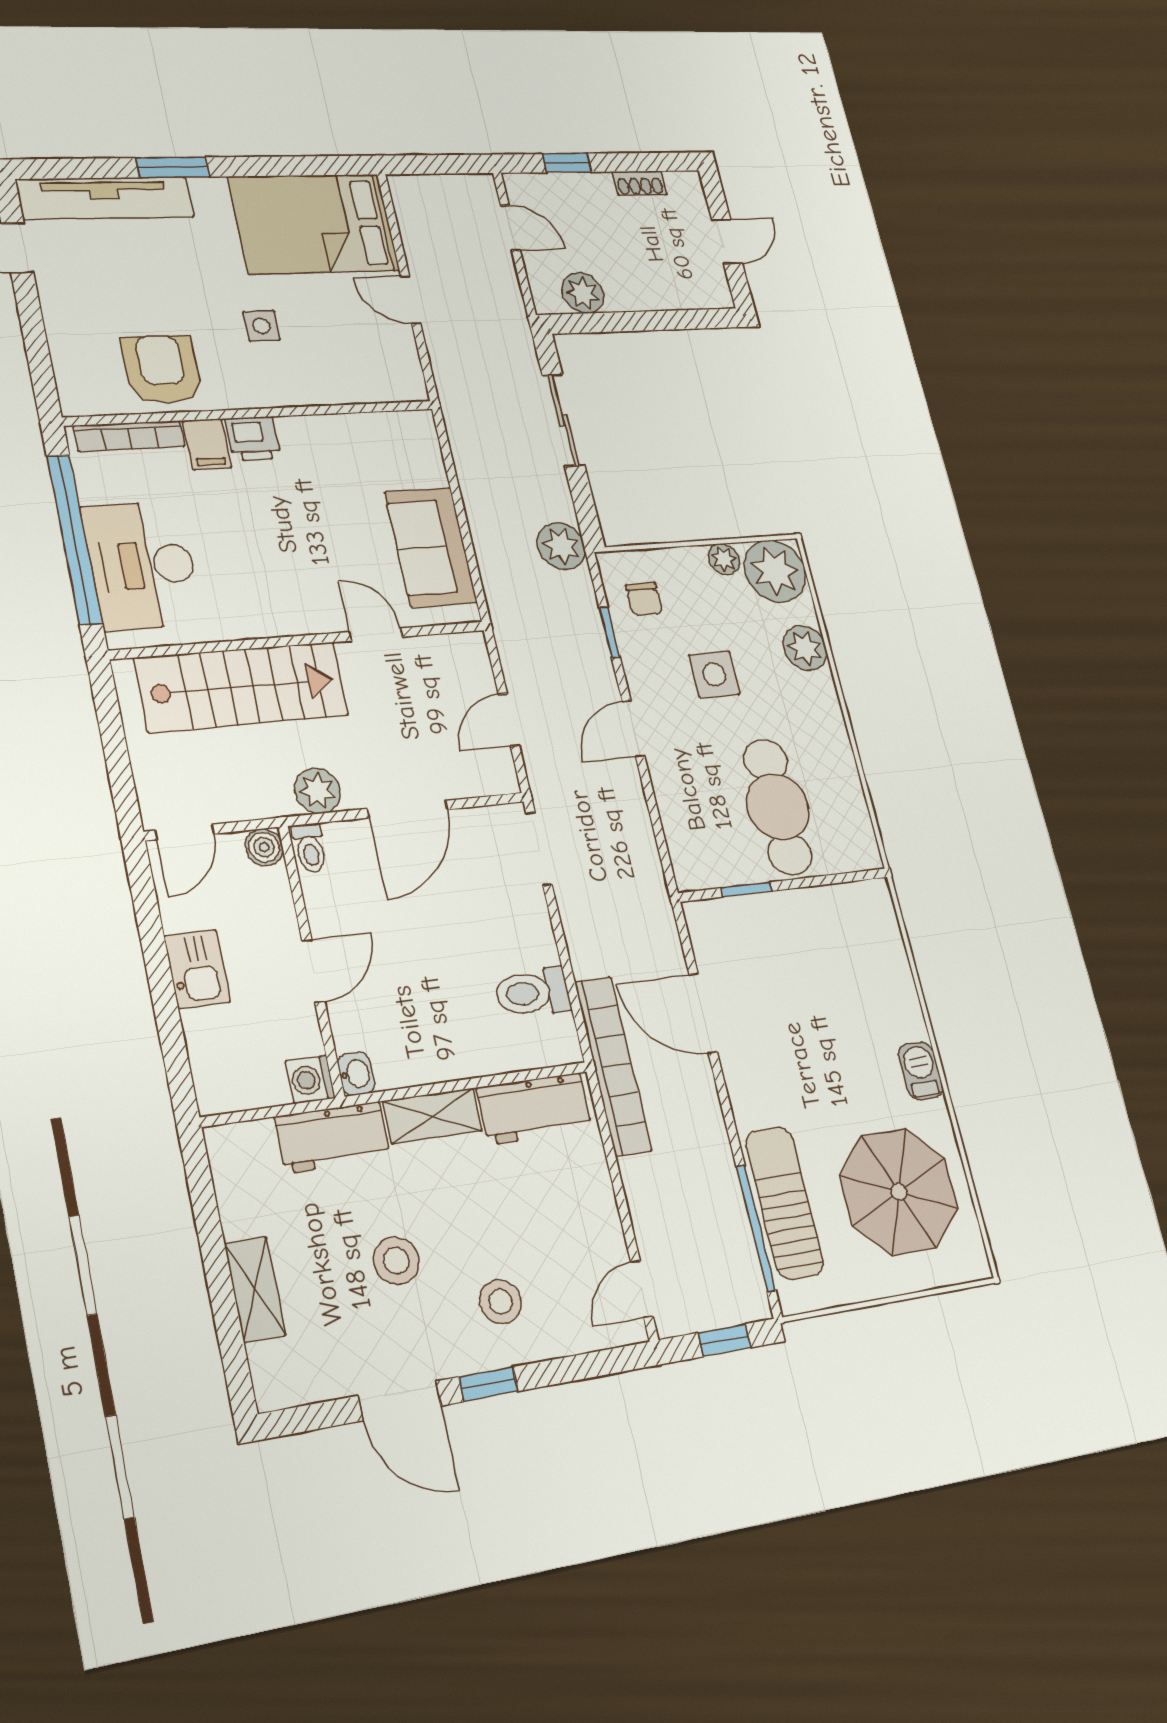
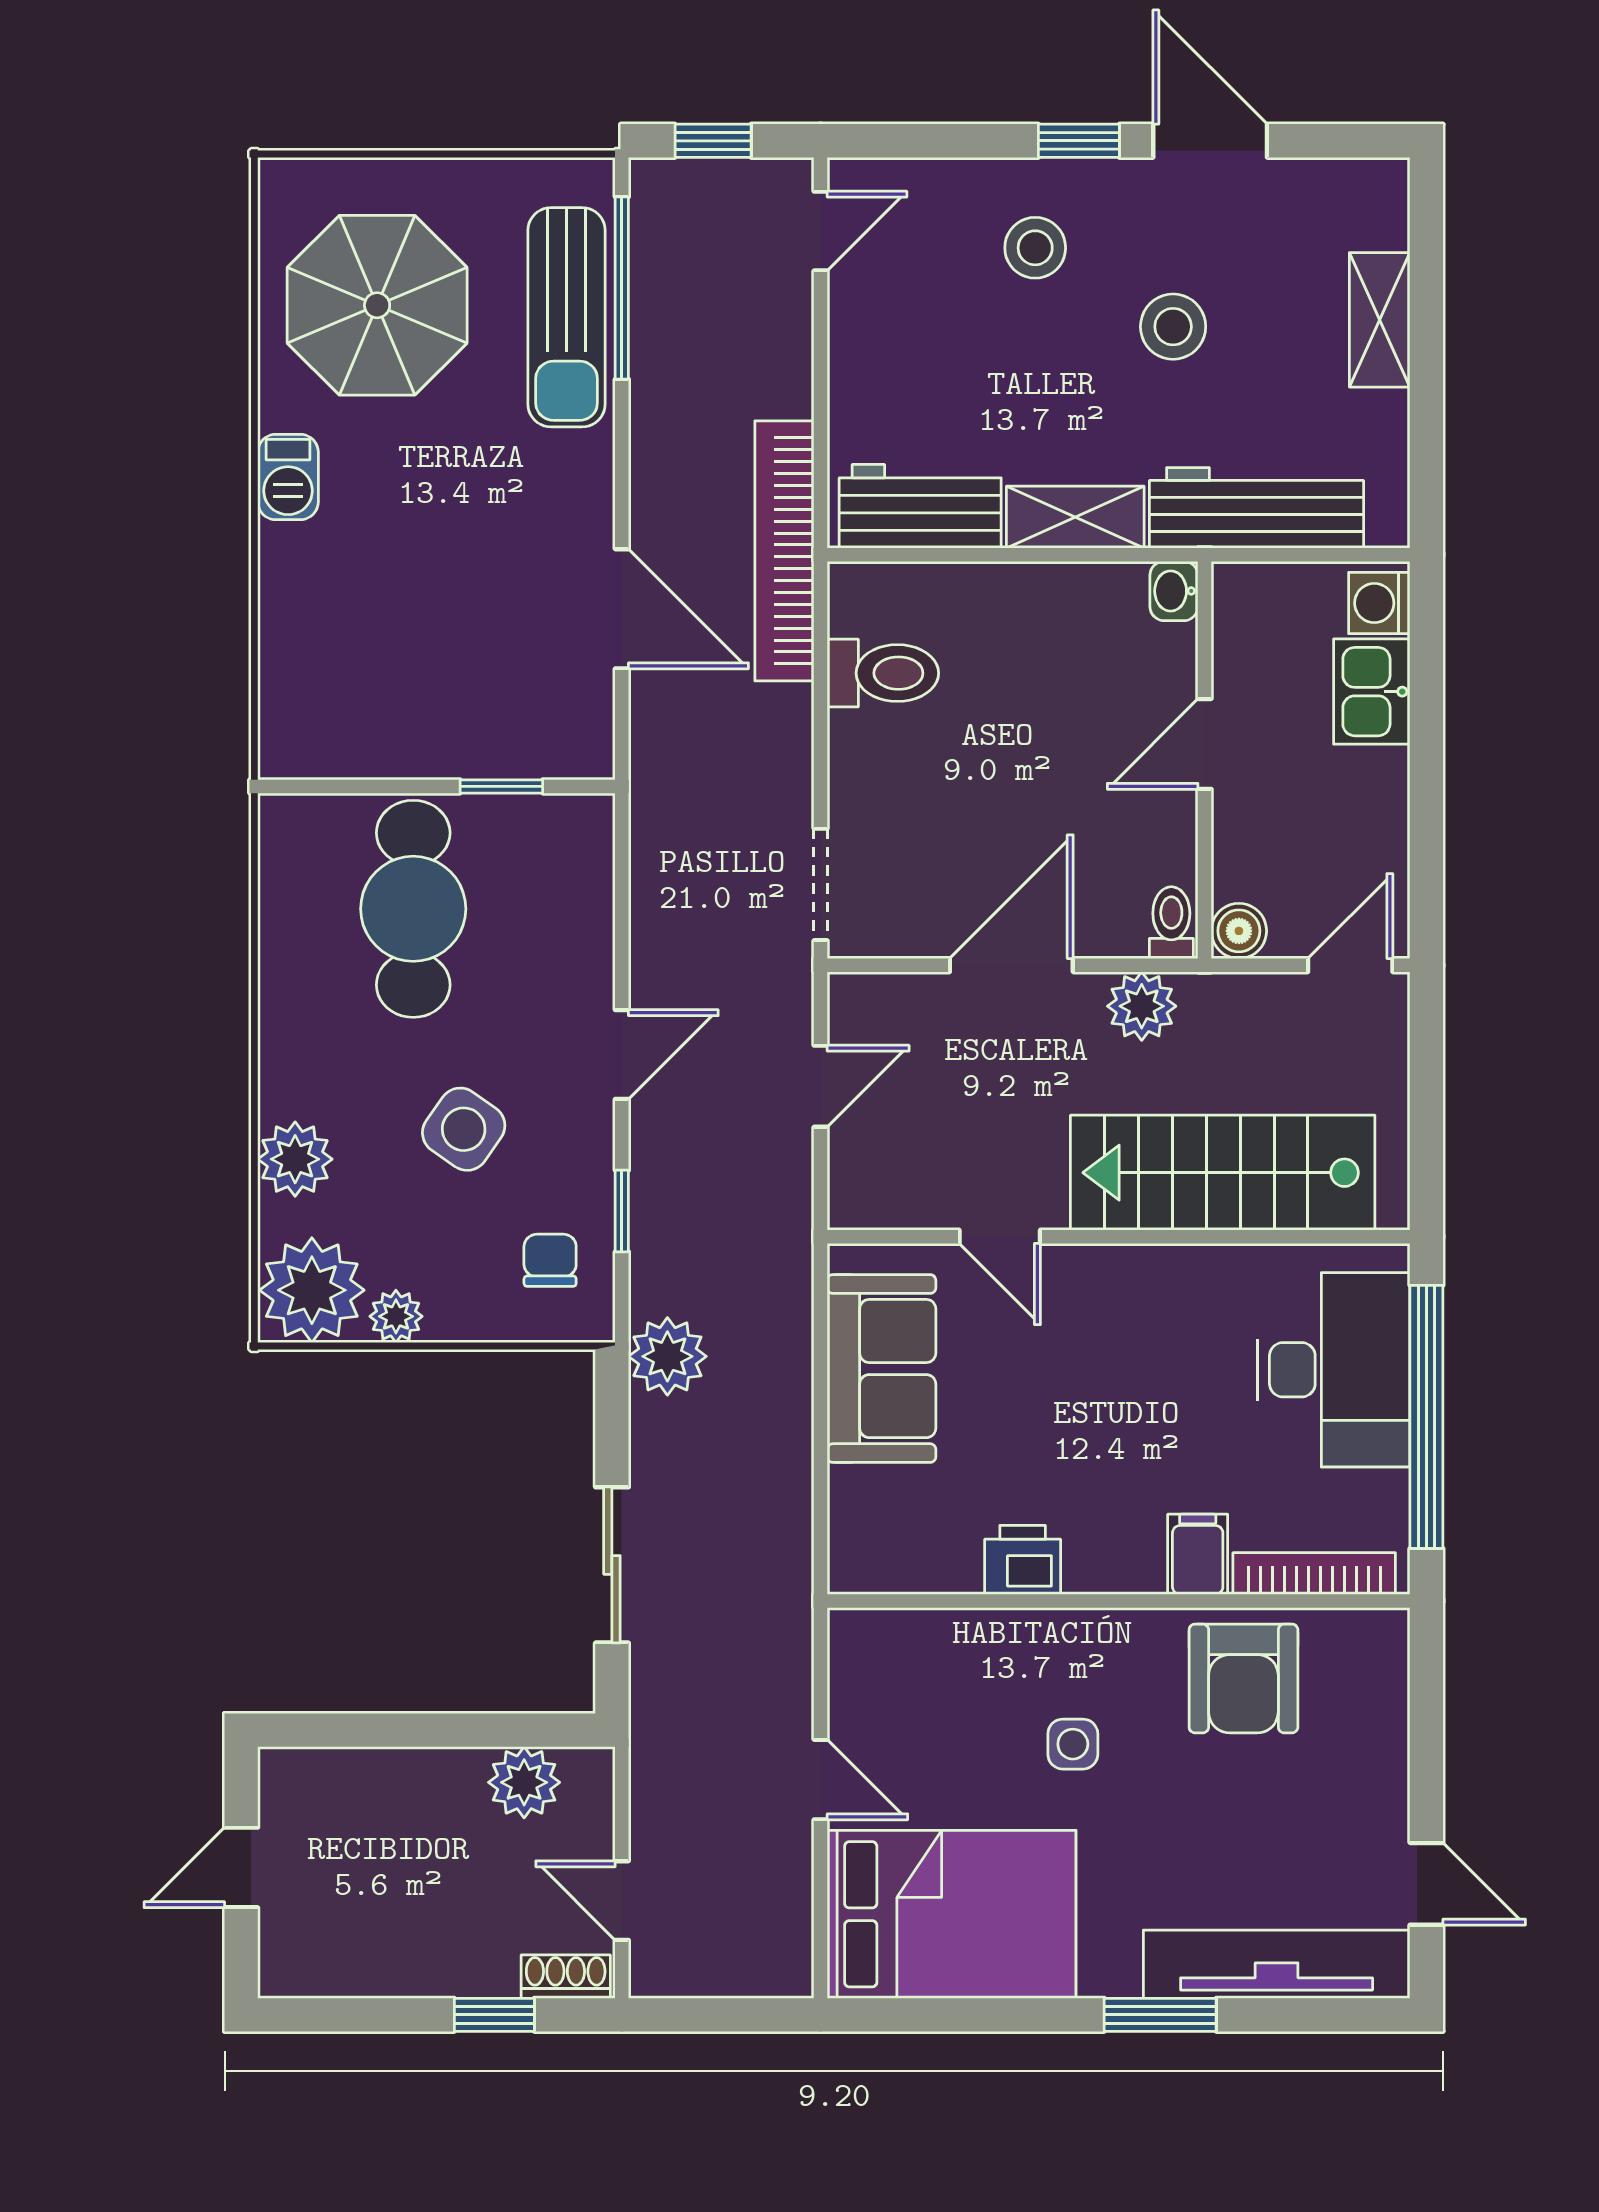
shoe rack: (639, 183) -> (566, 1977), moved
printer: (253, 439) -> (1023, 1560), moved
side table: (714, 674) -> (464, 1129), turned 35
kitchen sink: (197, 969) -> (1372, 692), moved
washing machine: (310, 1080) -> (1379, 603), moved, turned 180
workbench: (333, 1137) -> (1256, 508), width x1.38

